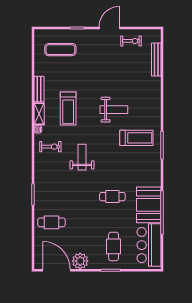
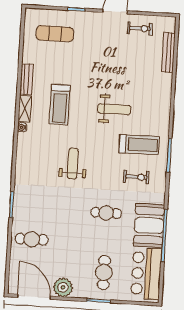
exercise bike: (50, 147) -> (136, 177), moved

